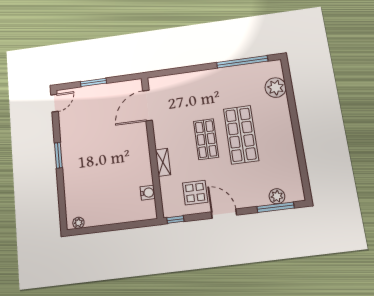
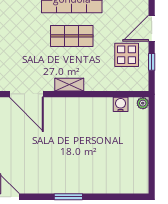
shelving: (163, 162) -> (69, 85), moved
window: (175, 220) -> (152, 62), moved
plant: (78, 223) -> (143, 103), moved

